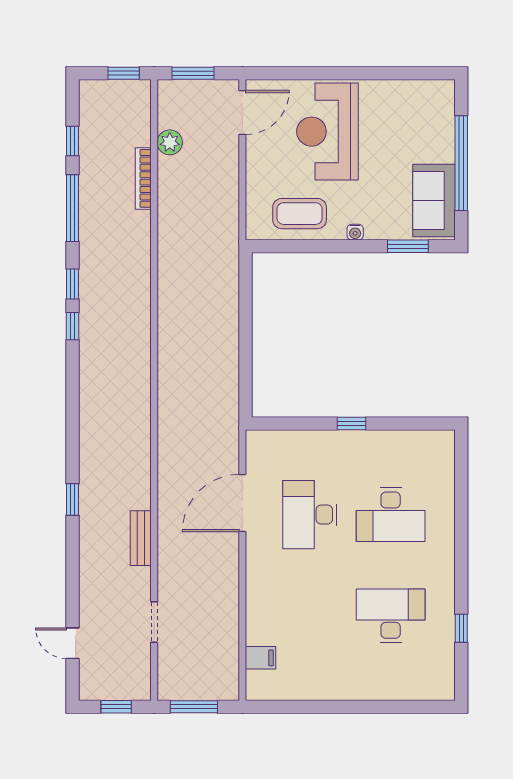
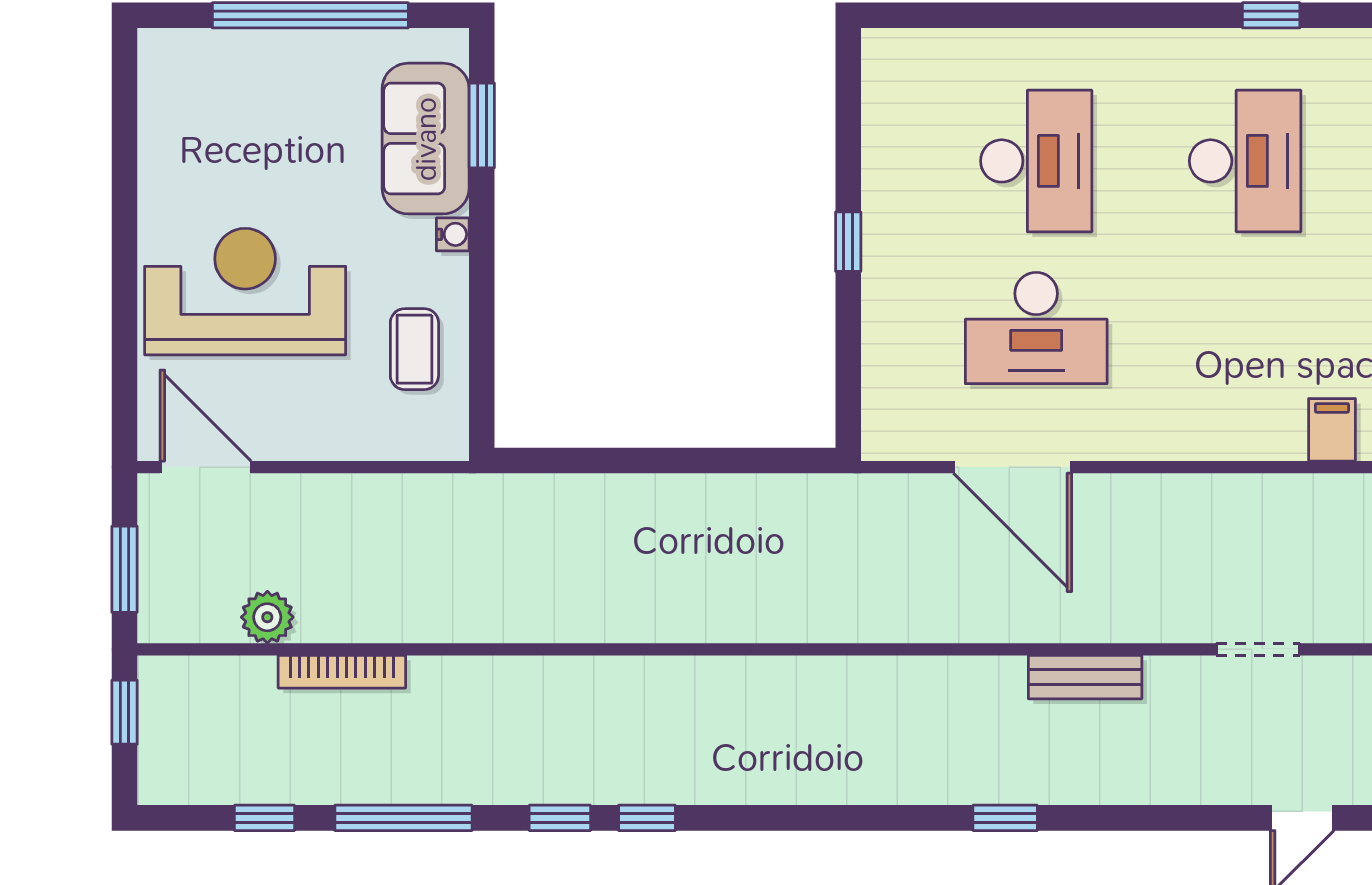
reception desk: (327, 132) -> (245, 292), turned 180
sofa: (434, 201) -> (426, 139), moved, turned 90
coffee table: (300, 214) -> (414, 349), width x0.73, depth x0.77
desk: (391, 616) -> (1245, 161), turned 180

